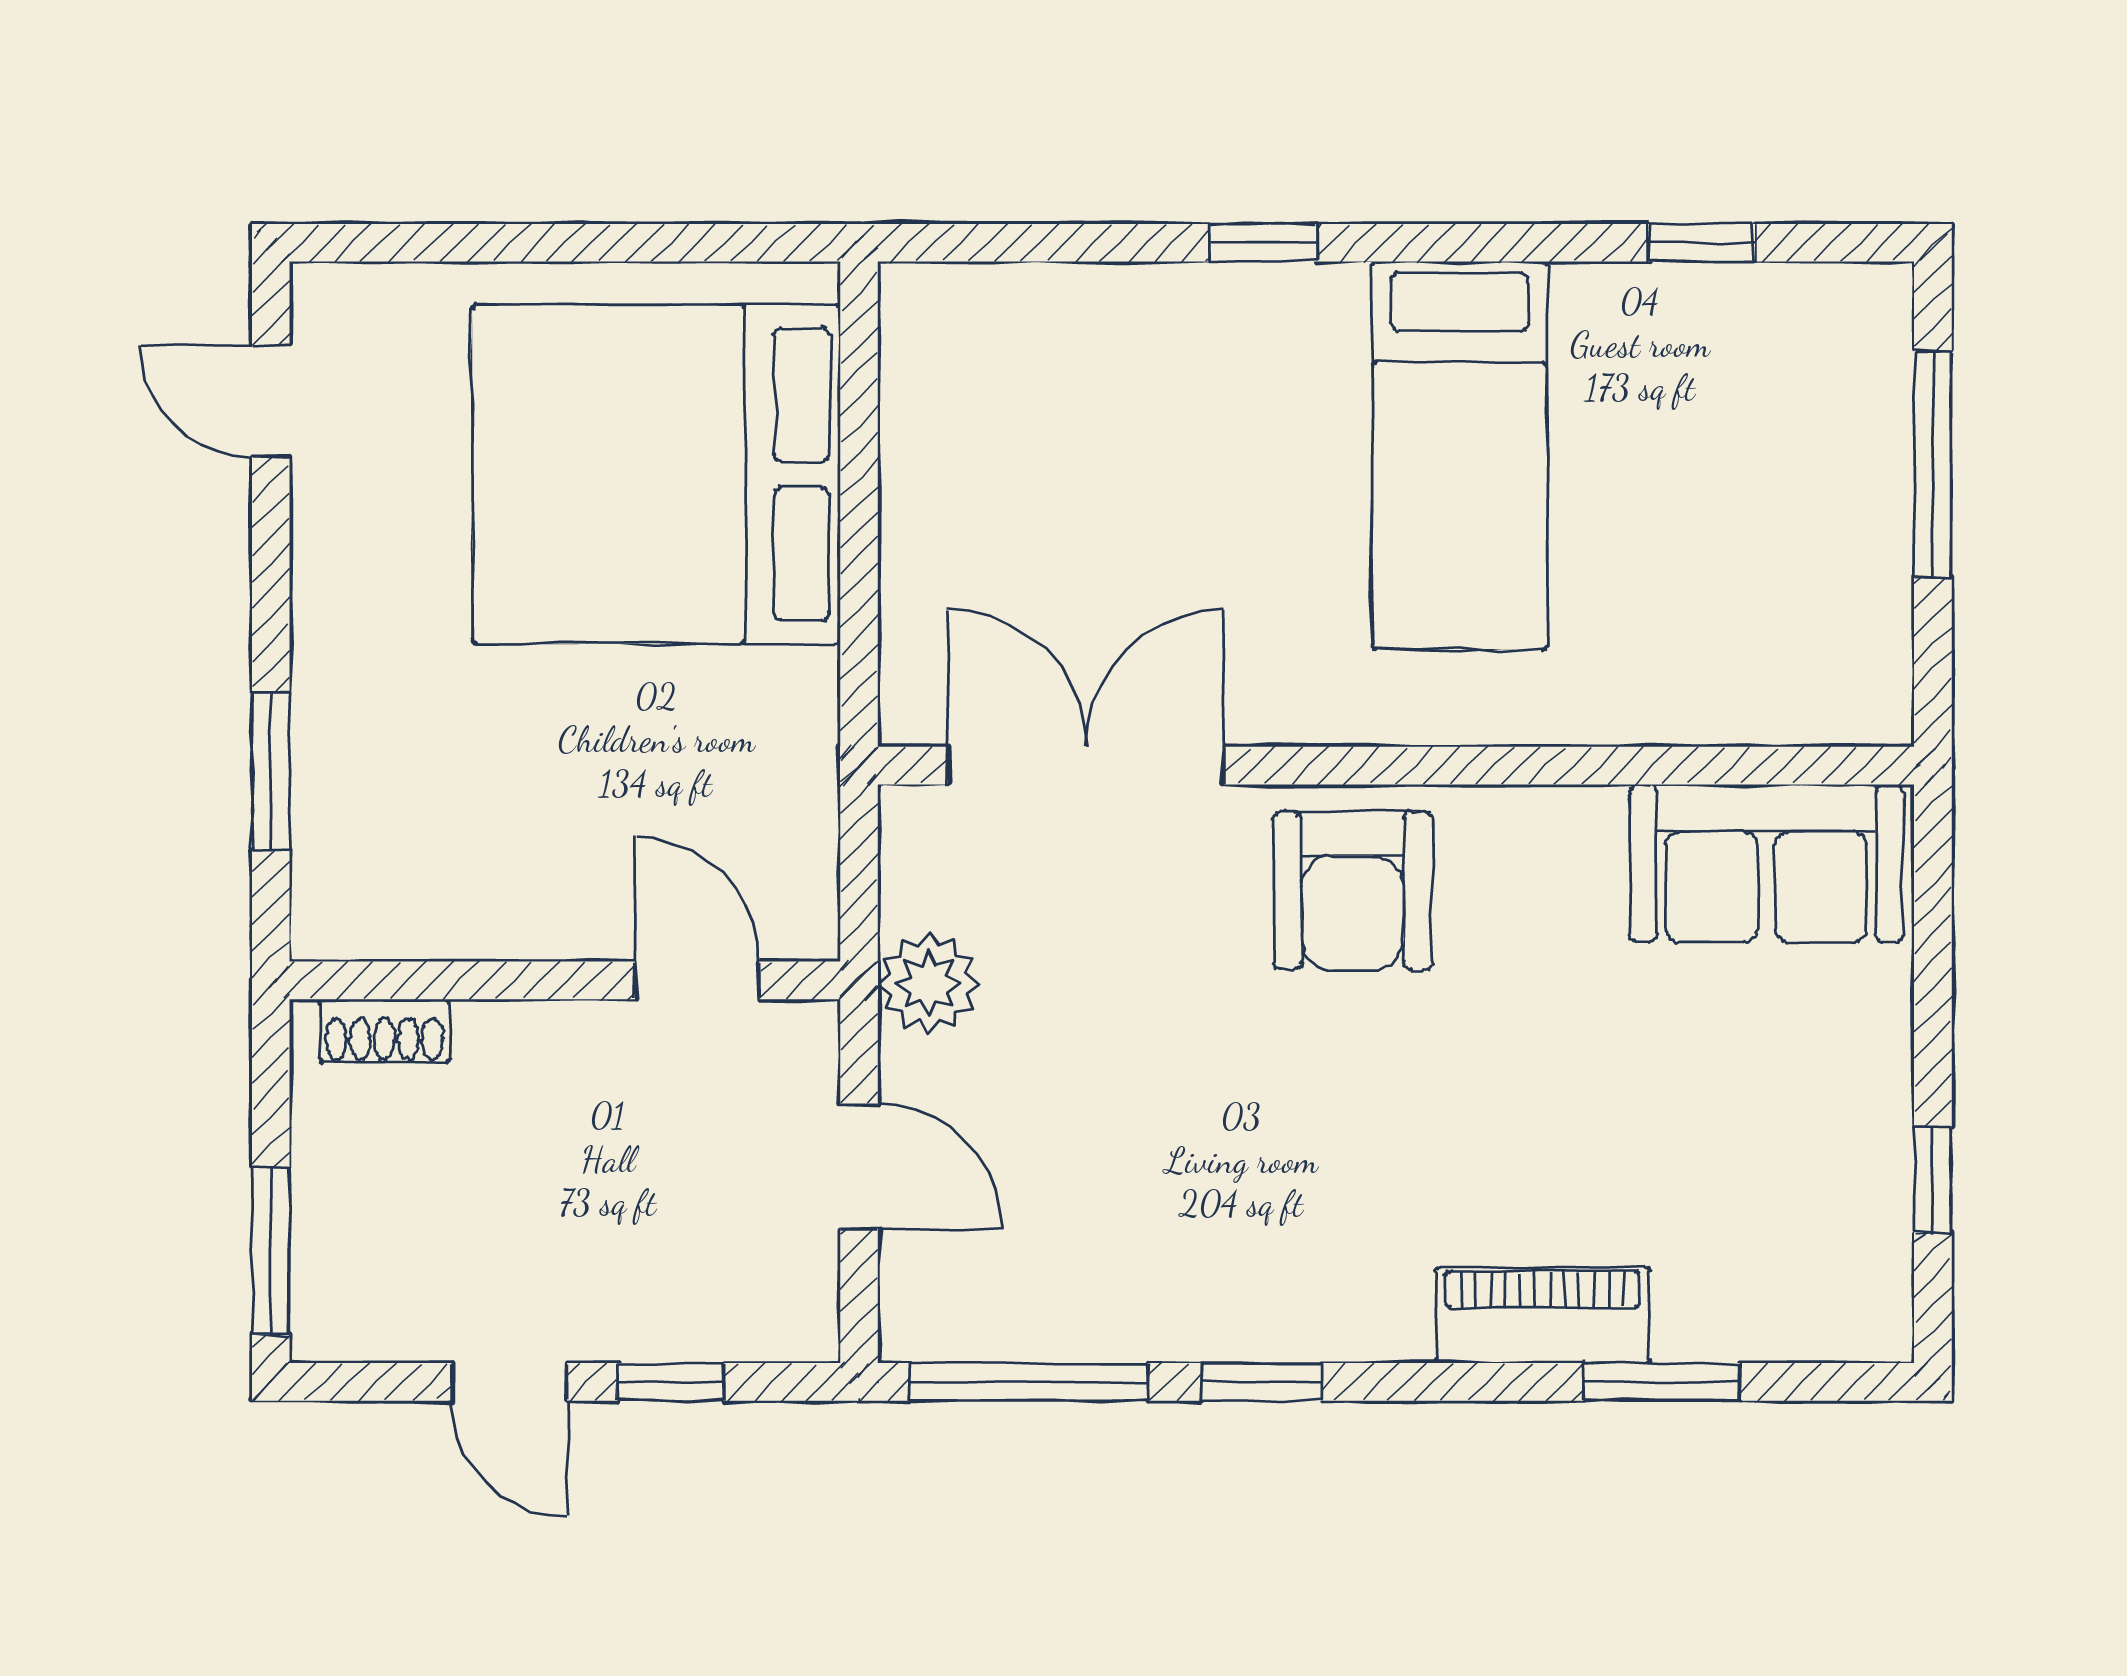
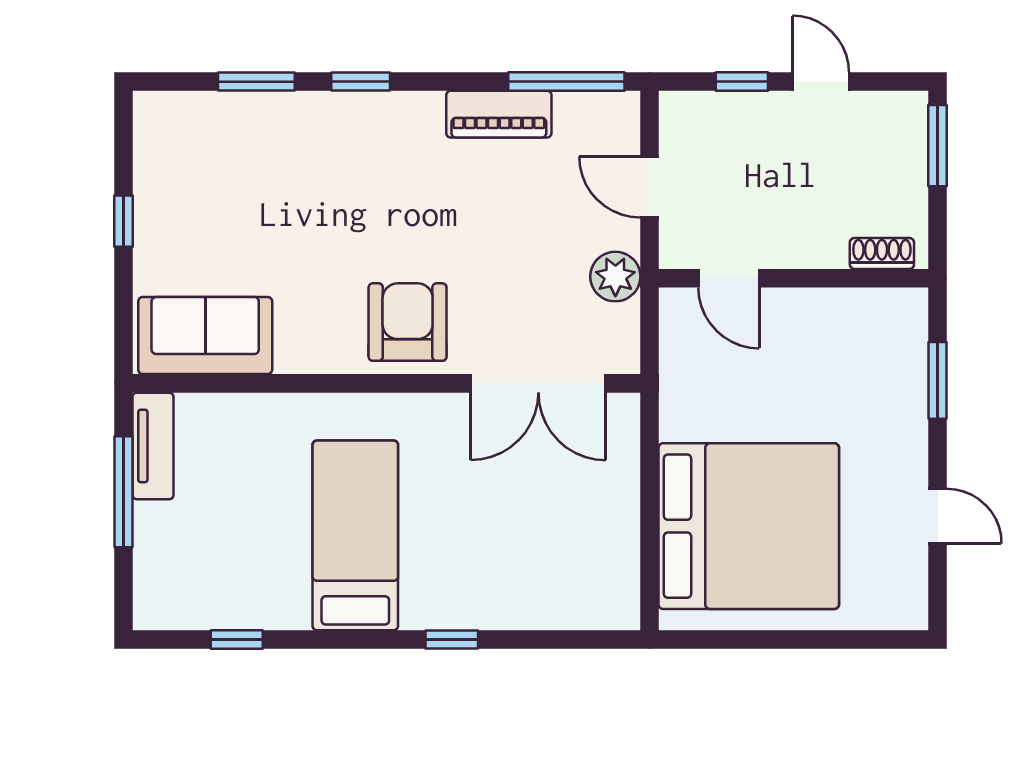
door: (271, 401) -> (938, 516), moved
window: (1933, 464) -> (123, 492), moved
tv unit: (1873, 638) -> (153, 446), added
window: (1933, 1180) -> (123, 221), moved
piano: (1543, 1315) -> (499, 114), moved
window: (1262, 1382) -> (361, 82), moved

